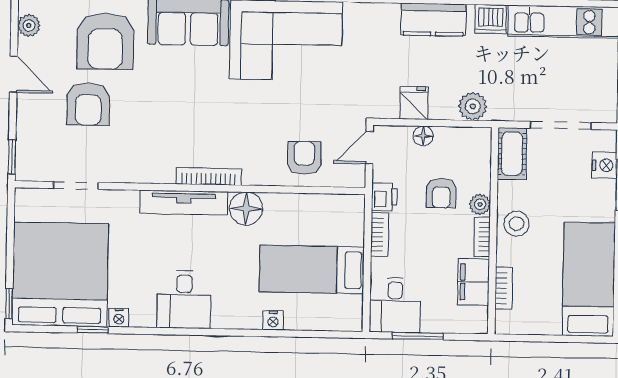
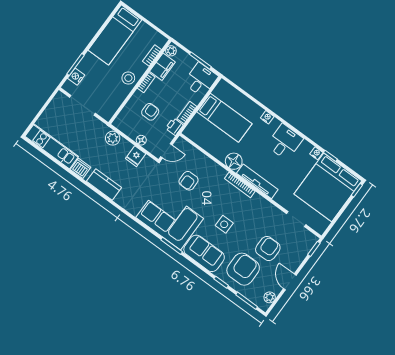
side table: (189, 93) -> (224, 224), added
cot: (512, 154) -> (110, 108), removed
armchair: (304, 158) -> (189, 181), moved
plant: (480, 204) -> (171, 51), moved
nightstand: (273, 320) -> (267, 117), moved

